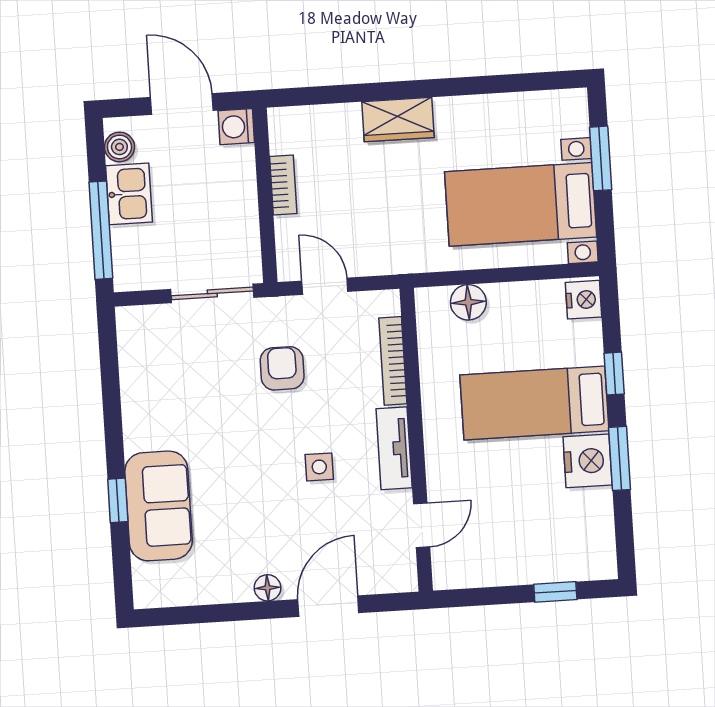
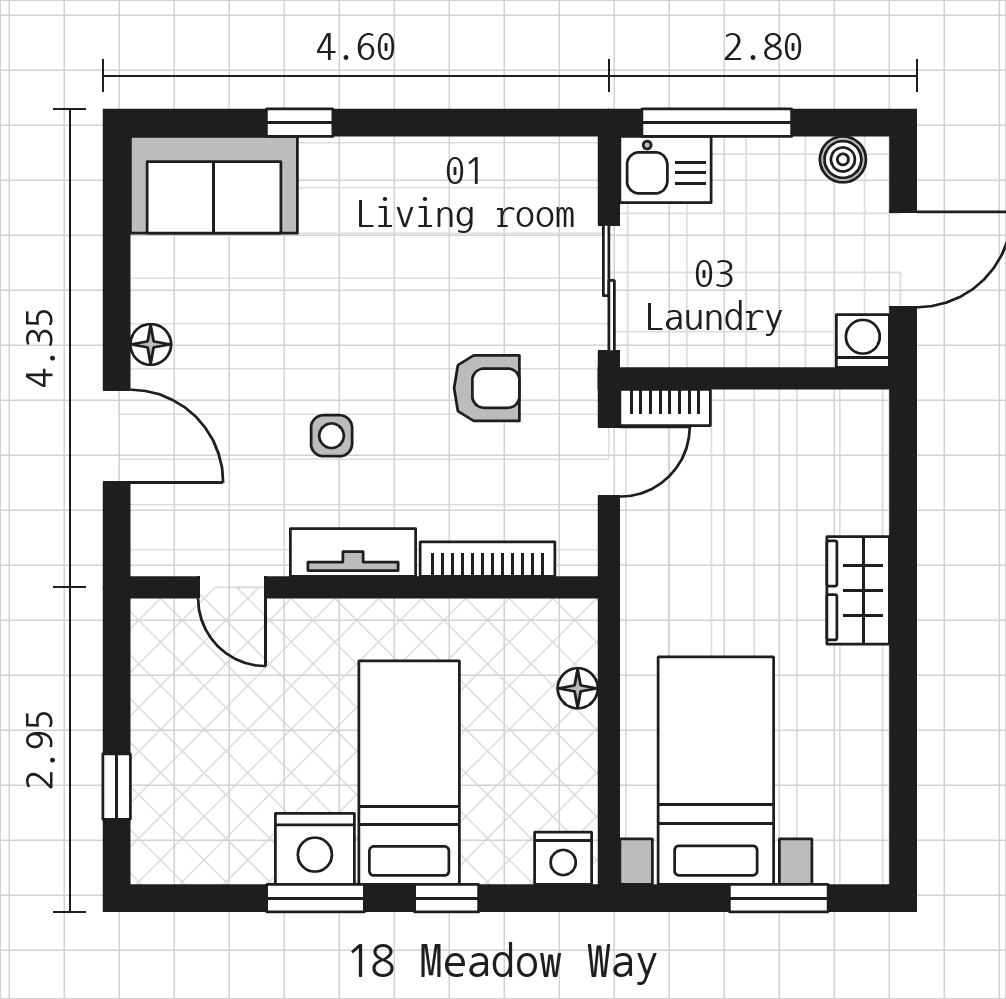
bookcase: (283, 185) -> (665, 408), moved
kitchen sink: (129, 194) -> (665, 170), moved
floor lamp: (468, 302) -> (578, 688), width x0.73, depth x0.73
sofa: (159, 506) -> (214, 185), moved

